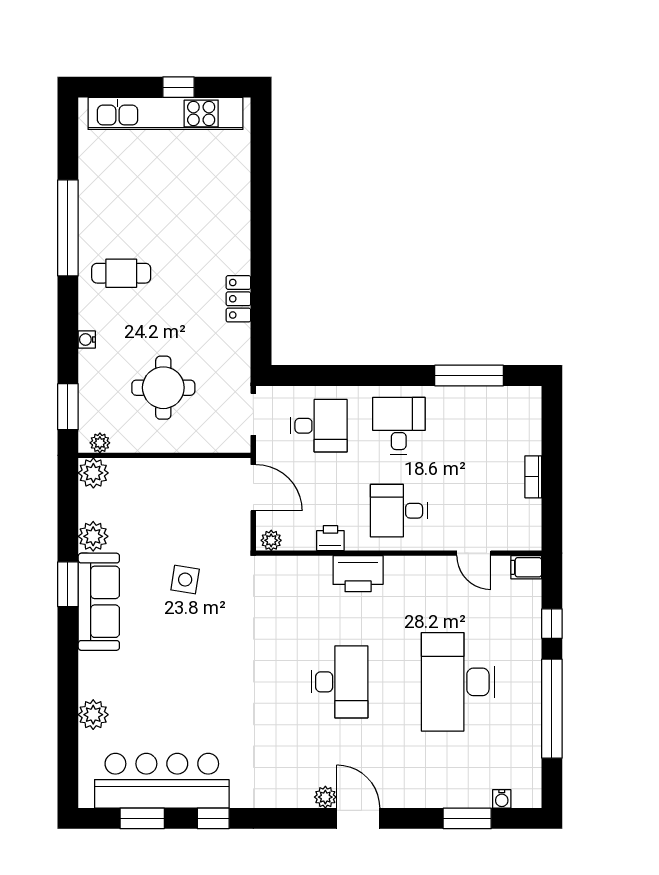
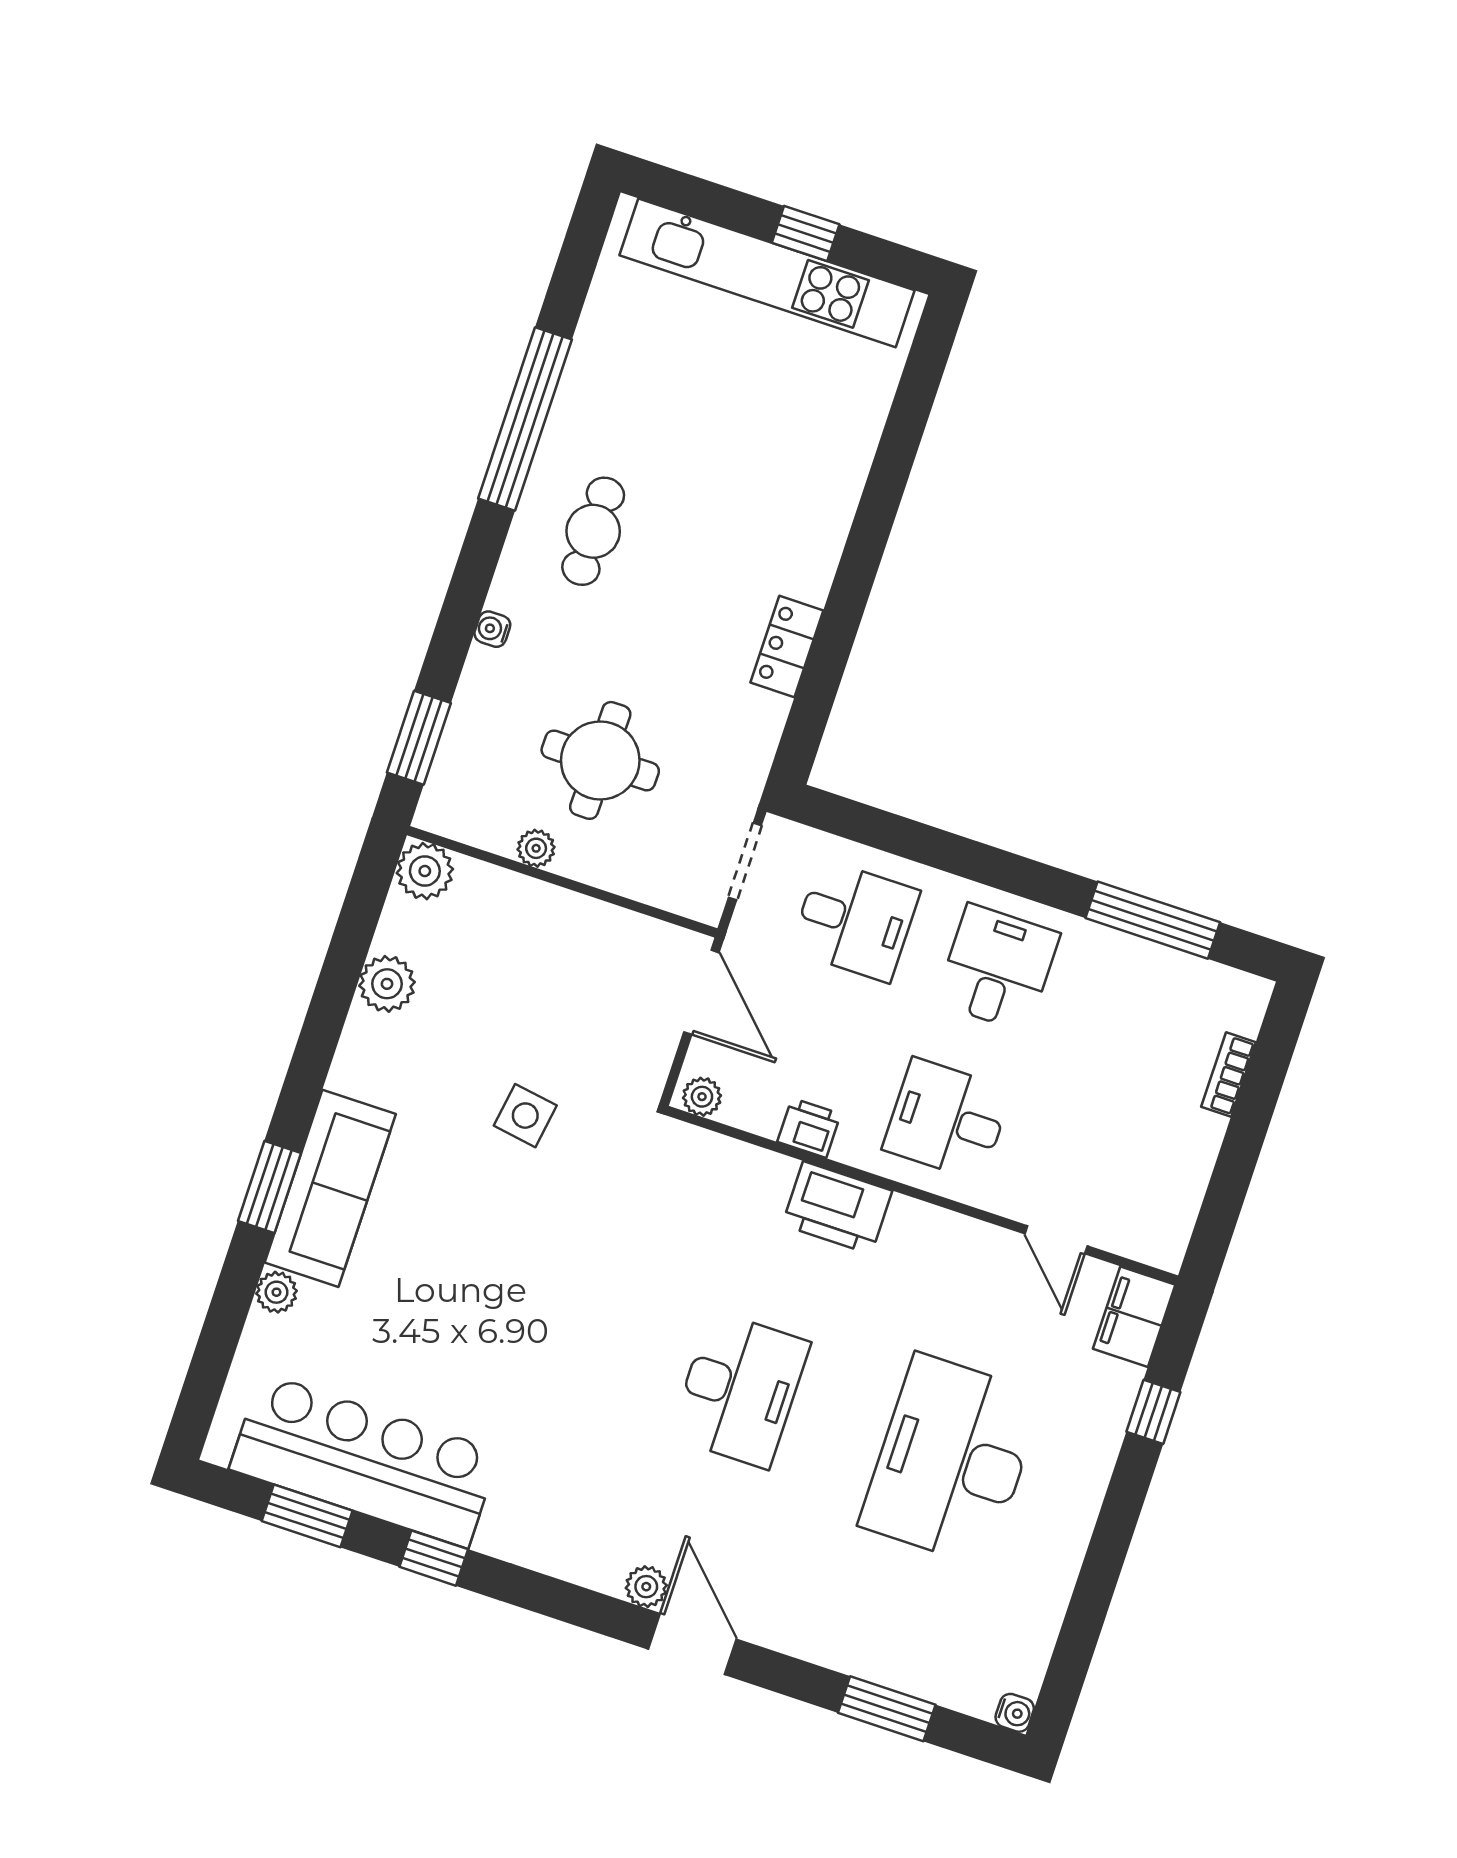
cafe table: (121, 273) -> (593, 531), turned 90
plant: (100, 443) -> (536, 848), moved
bookcase: (533, 477) -> (1229, 1075), moved
filing cabinet: (526, 567) -> (1134, 1317), width x2.00
window: (68, 584) -> (269, 1187), moved
sofa: (99, 602) -> (330, 1188), moved
window: (552, 709) -> (1103, 1563), removed
plant: (93, 715) -> (276, 1292), width x0.73, depth x0.73
water cooler: (502, 799) -> (1015, 1713), moved, turned -90

